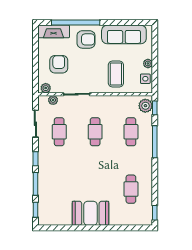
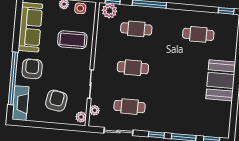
armchair: (59, 64) -> (56, 101), turned 100

